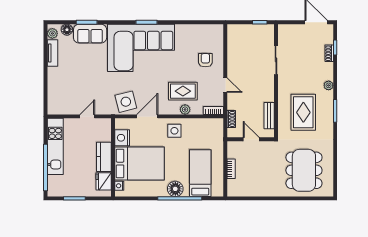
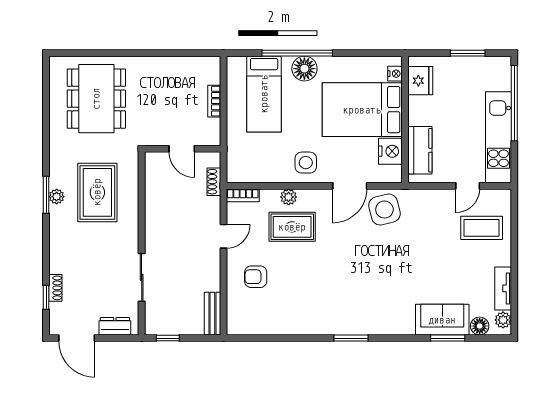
dresser: (292, 30) -> (115, 326), added
corner sofa: (141, 48) -> (360, 297), removed
armchair: (205, 60) -> (256, 277), turned 90
door: (225, 85) -> (224, 236), swing flipped
plant: (329, 85) -> (57, 197), moved
coffee table: (66, 90) -> (482, 228), added
door: (87, 116) -> (468, 186), moved
bench: (269, 116) -> (212, 314), moved
kitchen counter: (104, 157) -> (420, 150), moved

